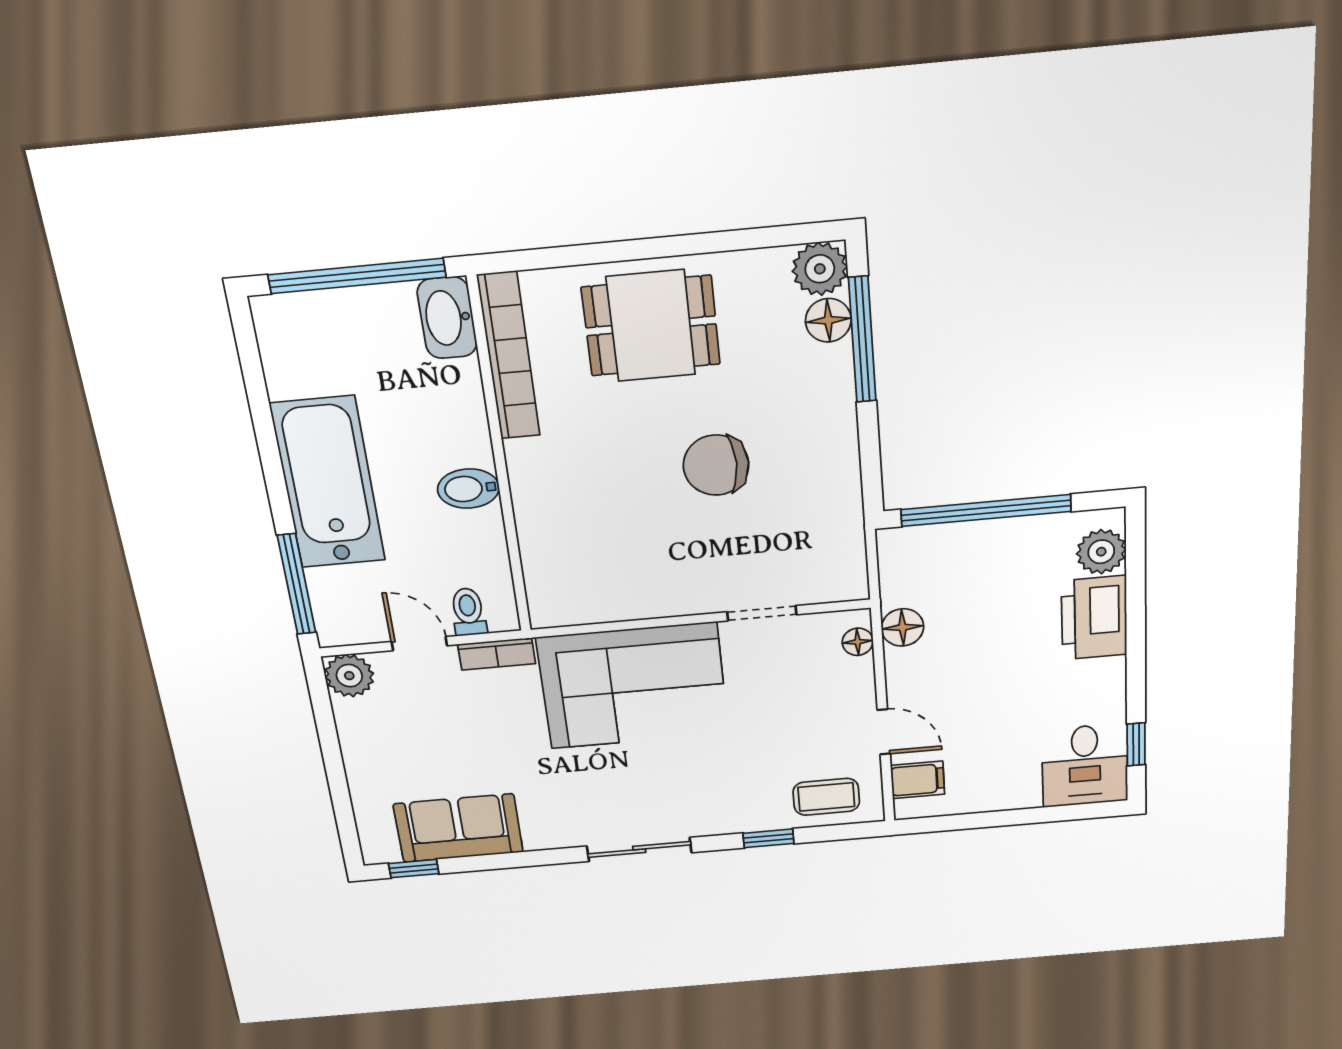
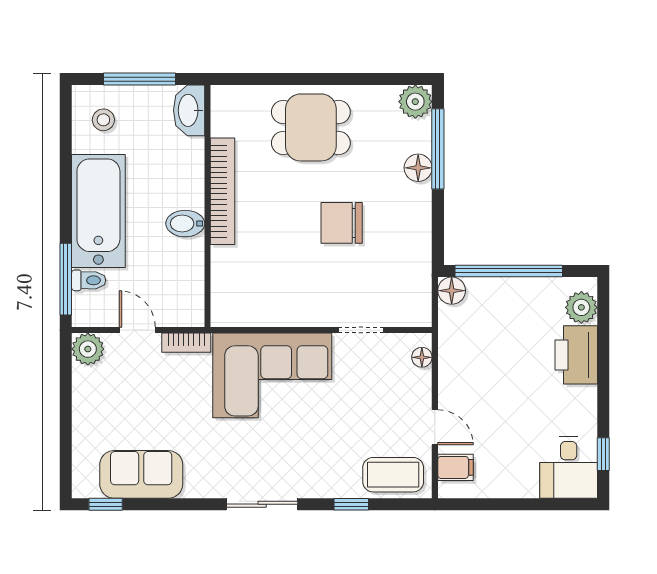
window: (357, 276) -> (139, 79), width x0.68
floor lamp: (828, 320) -> (418, 168), moved
stool: (310, 346) -> (103, 120), added
bookcase: (509, 356) -> (223, 191), moved
toilet: (468, 612) -> (89, 280), moved, turned 90
floor lamp: (902, 627) -> (452, 291), moved
coffee table: (826, 797) -> (393, 475), width x1.36, depth x1.30

